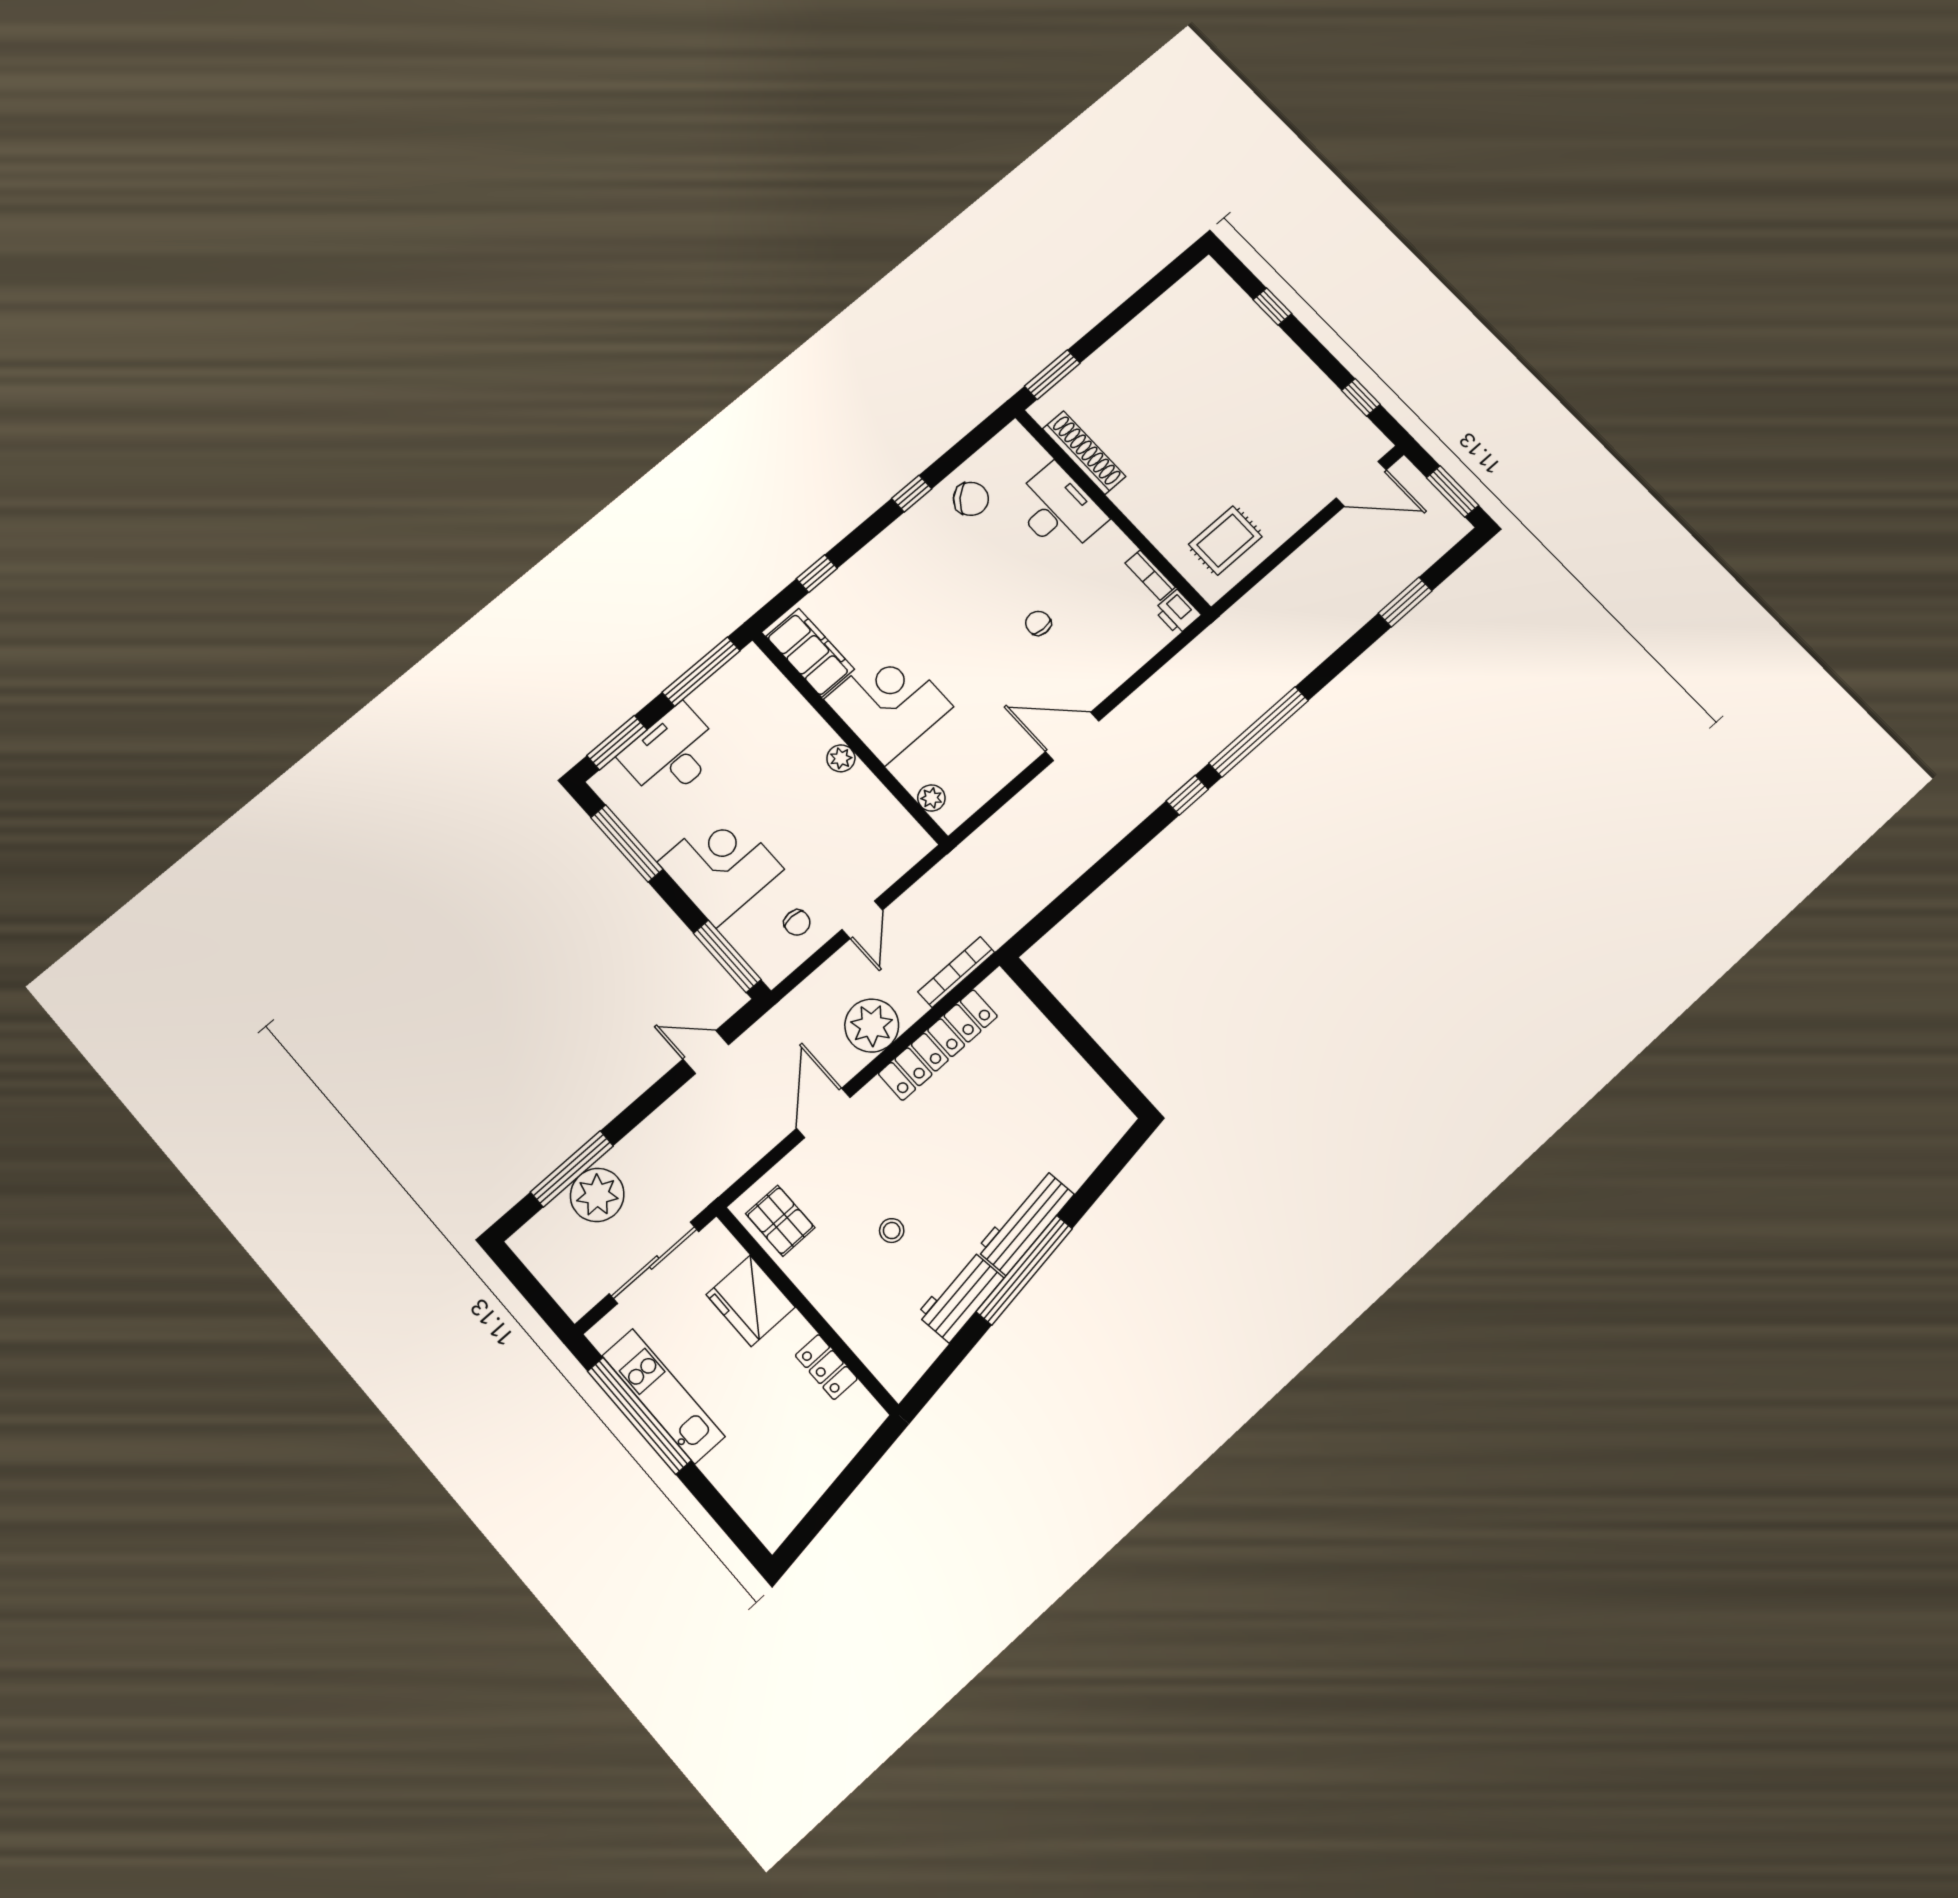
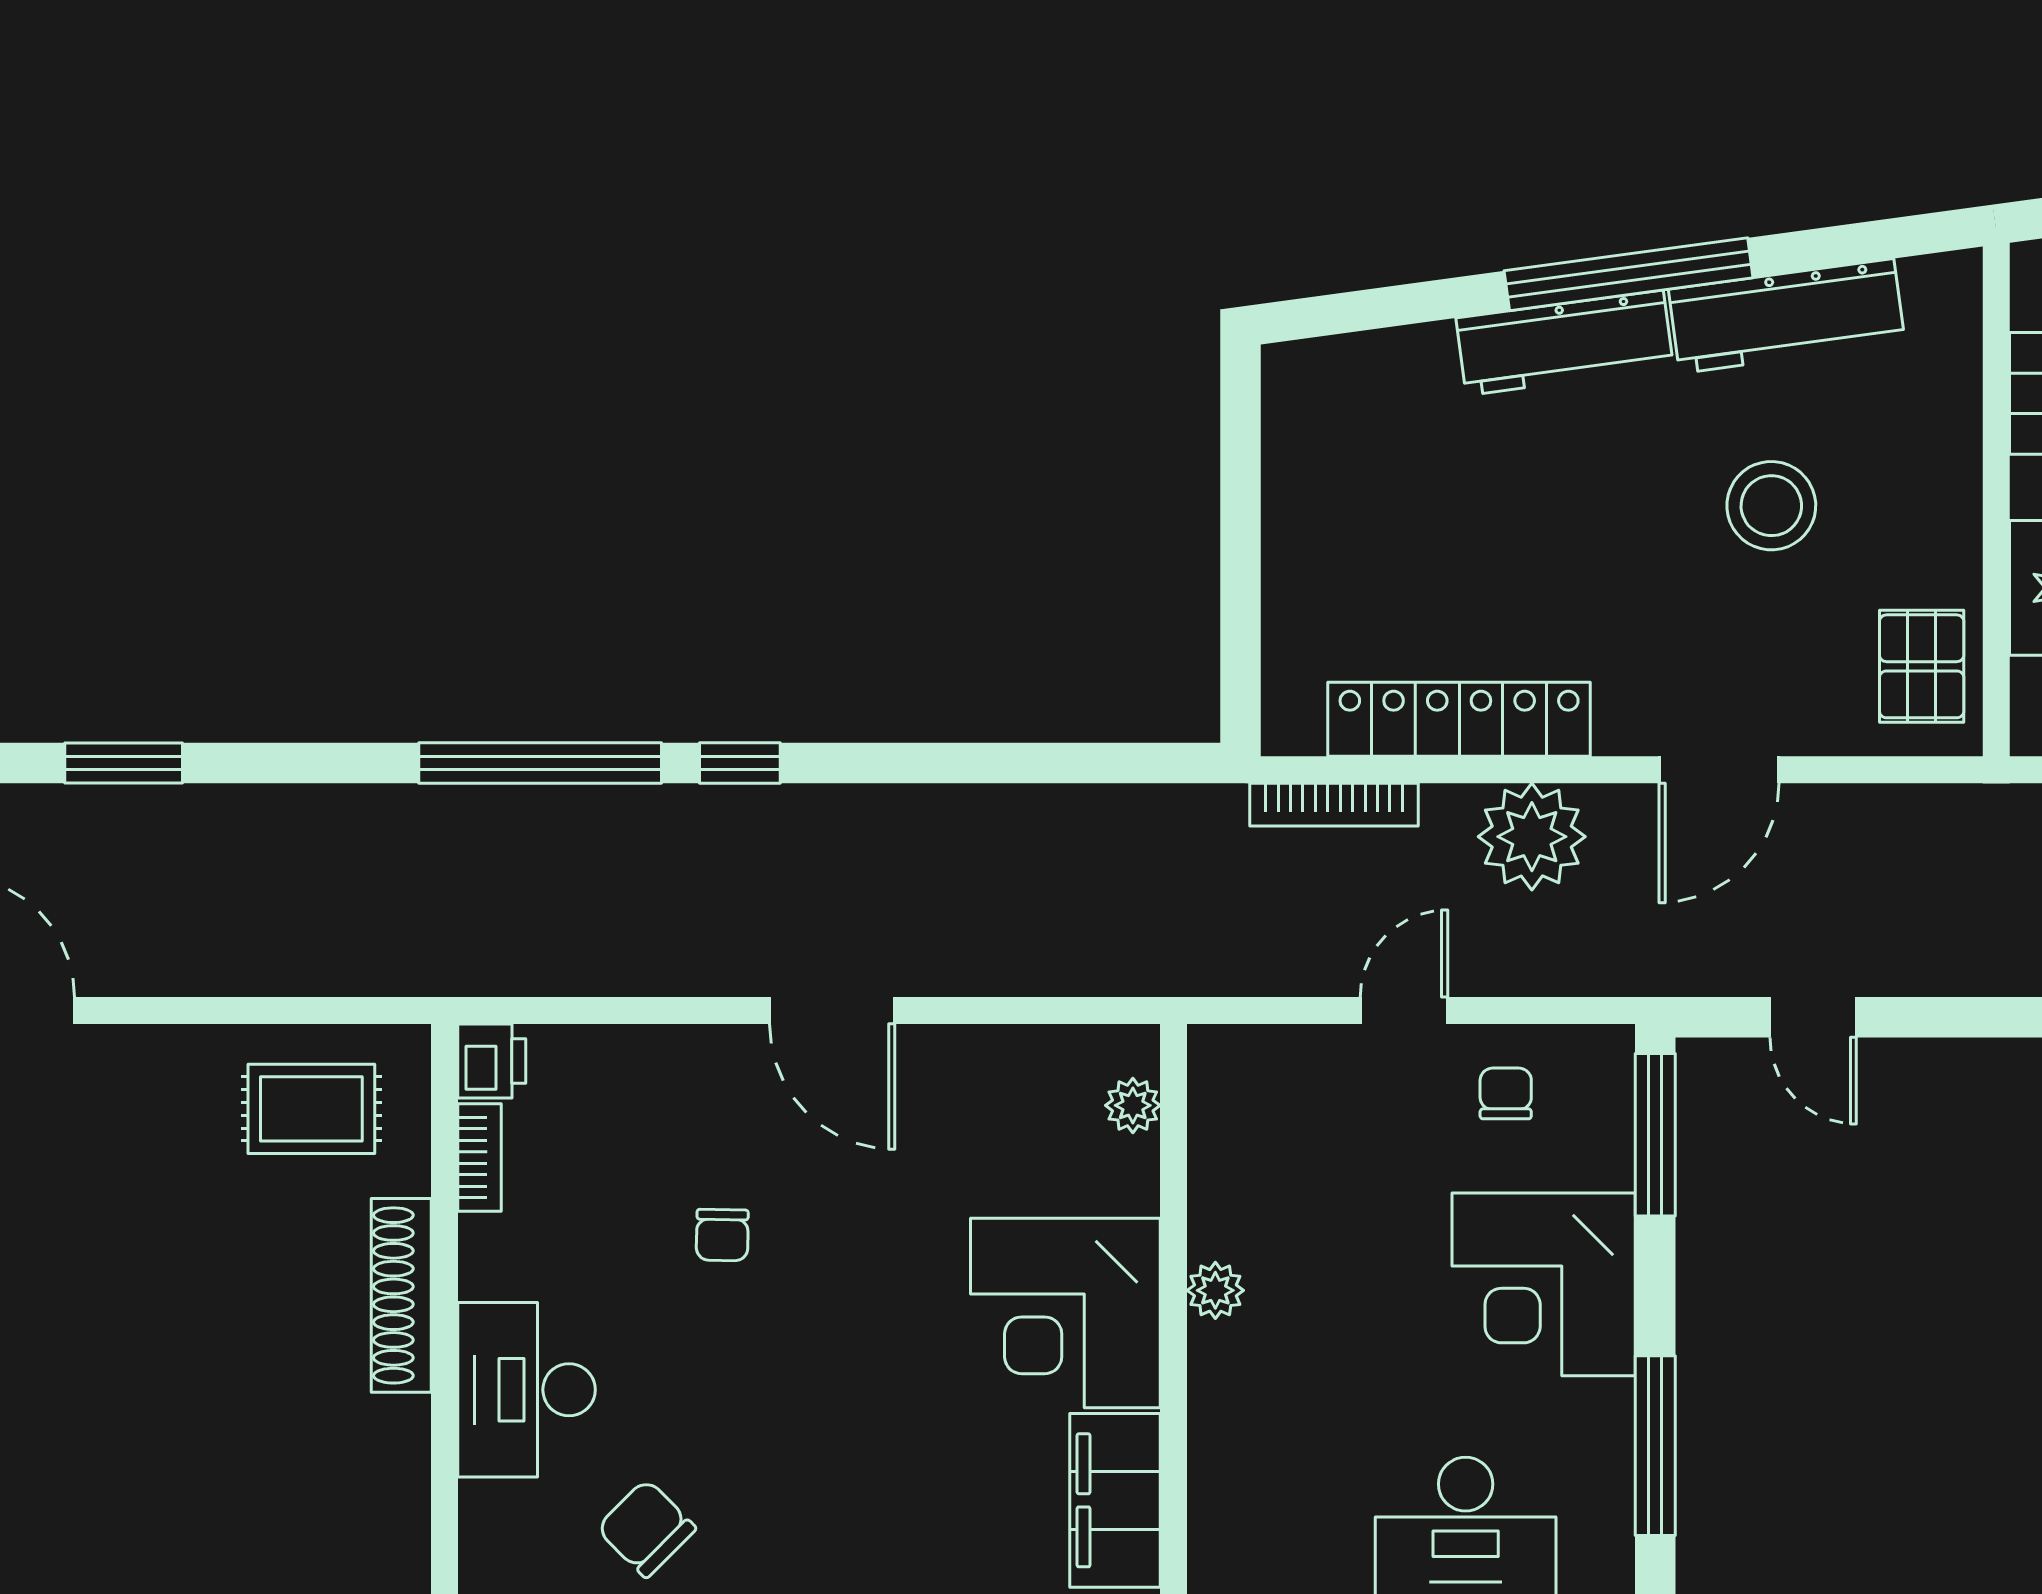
shoe rack: (1084, 453) -> (401, 1295), moved
stool: (892, 1231) -> (1771, 506), width x1.89, depth x1.89
workbench: (960, 1296) -> (1787, 316), width x1.38

